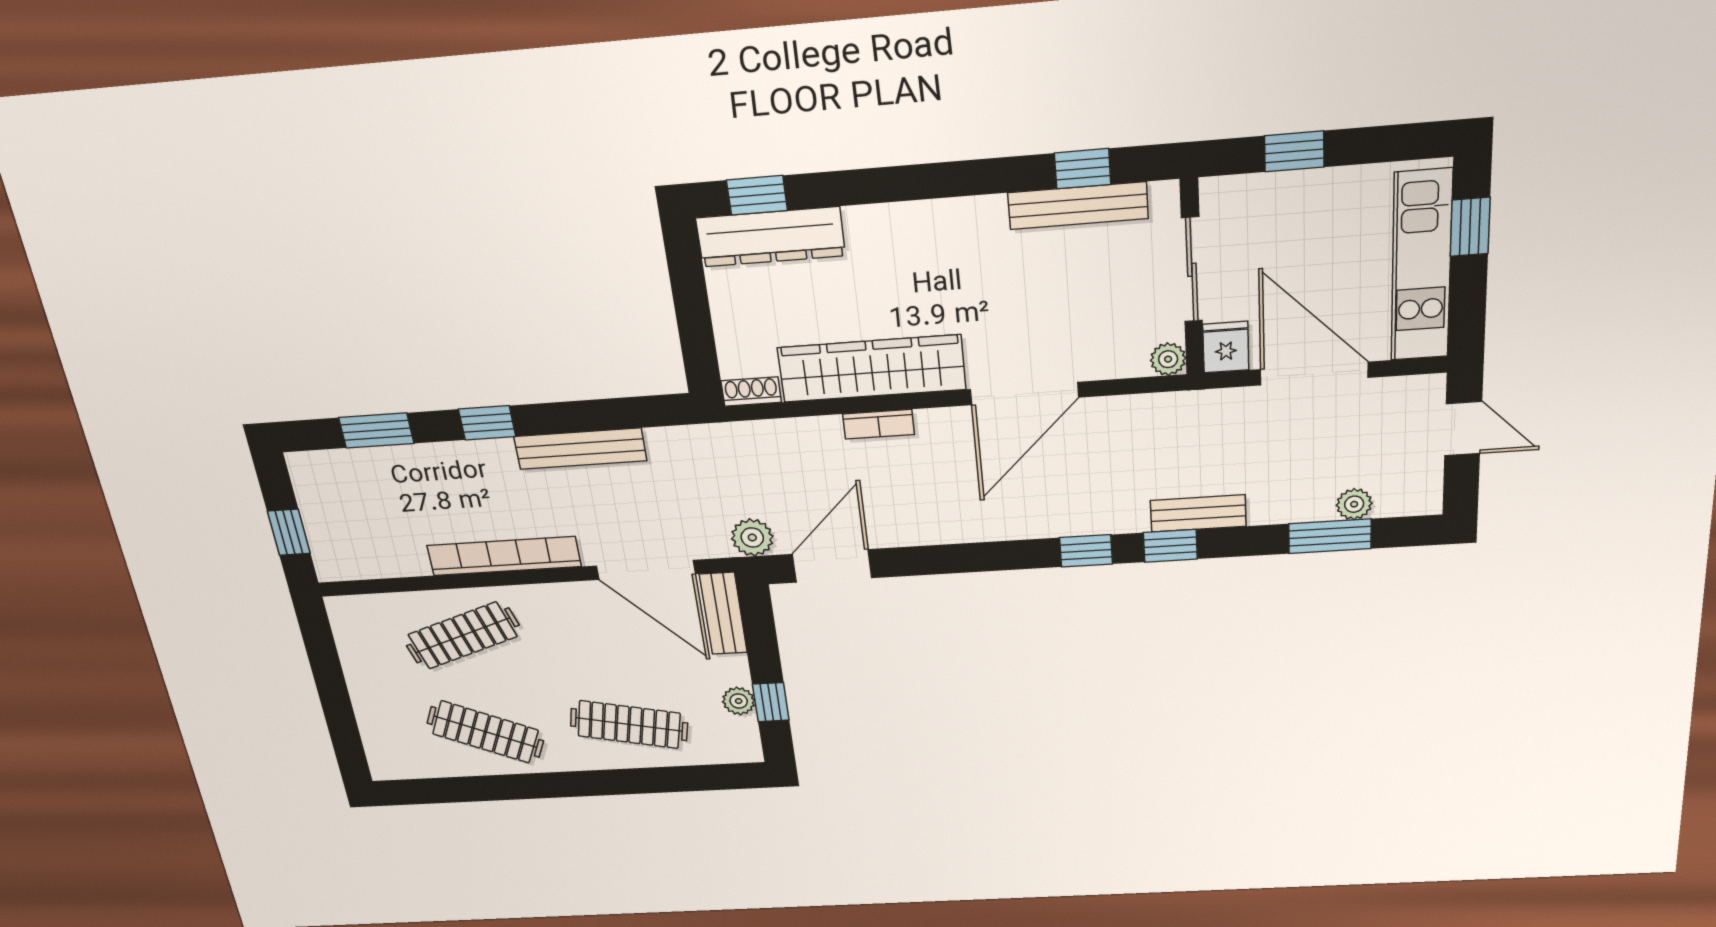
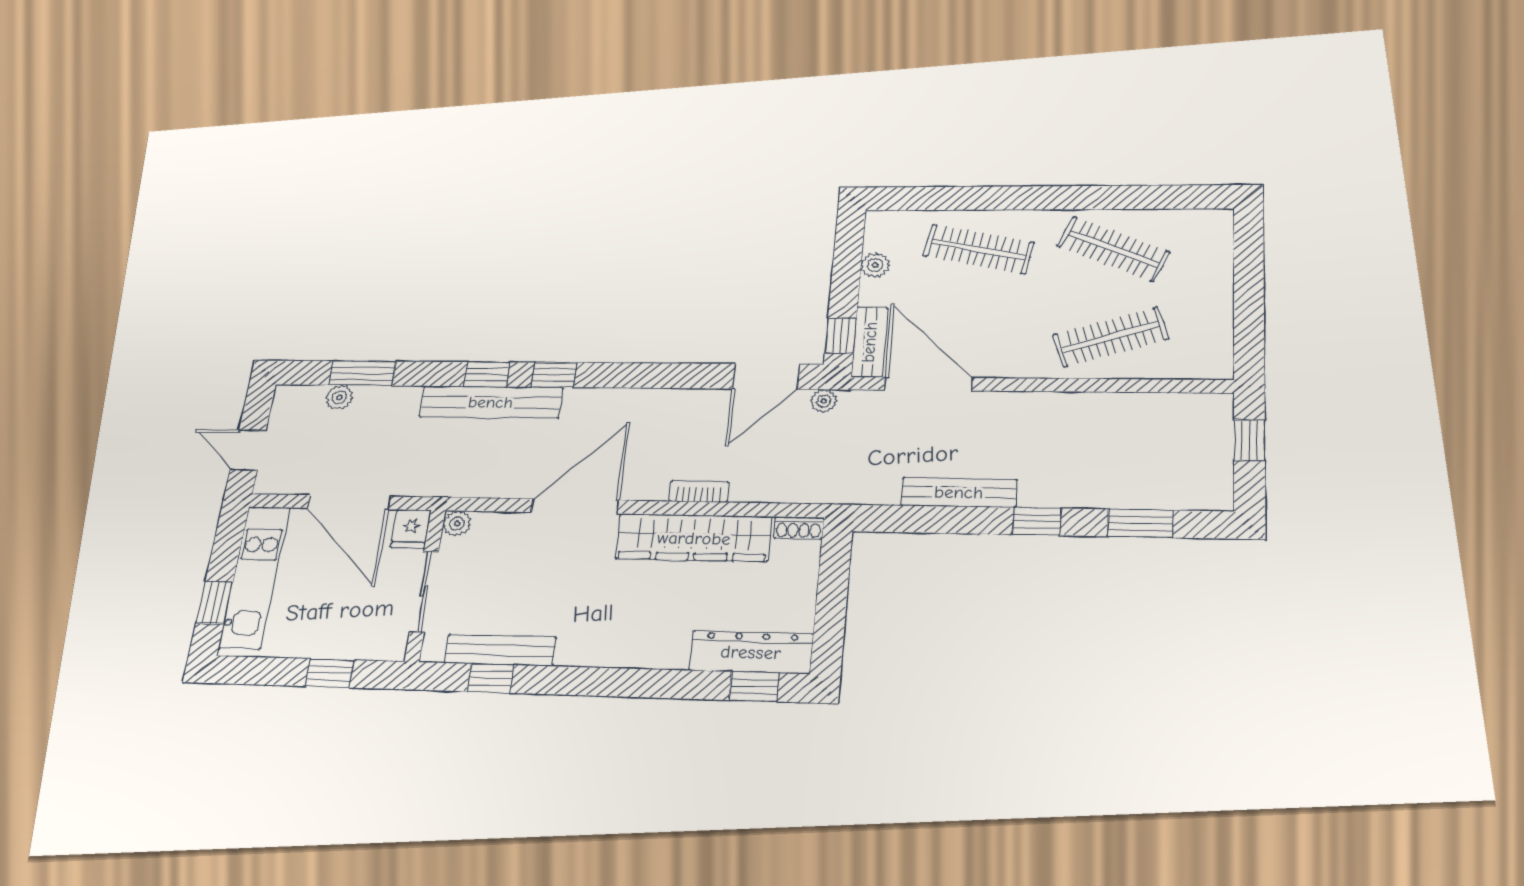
bench: (1198, 513) -> (491, 402), width x1.86, depth x1.21
plant: (752, 538) -> (824, 401), width x0.73, depth x0.73
bookcase: (504, 556) -> (1053, 405), removed
window: (771, 702) -> (840, 336), moved

